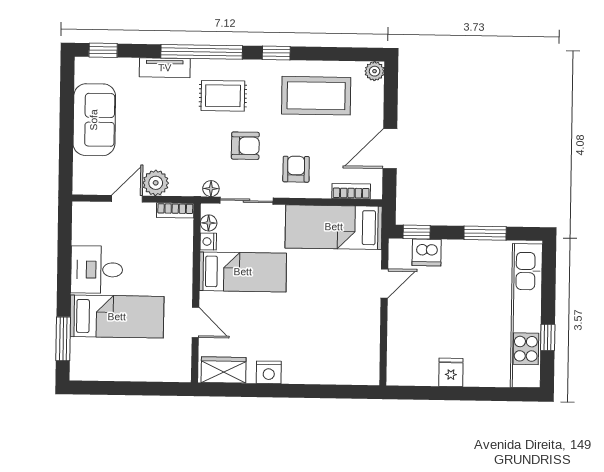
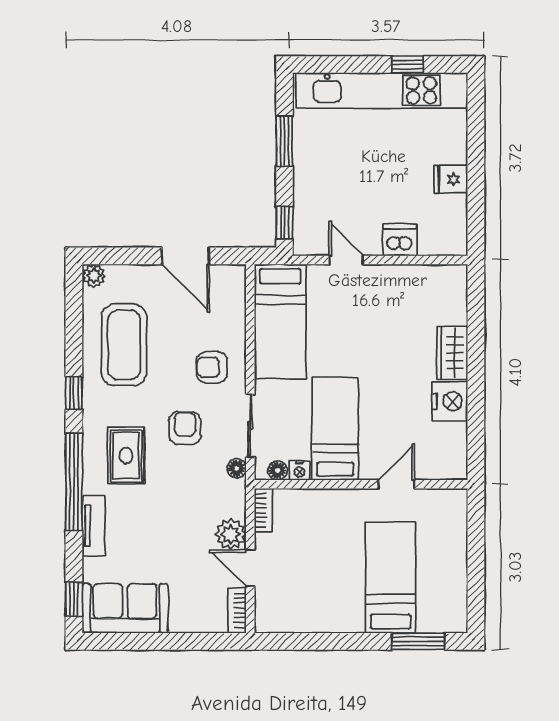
sofa: (94, 120) -> (125, 608), moved
bookcase: (351, 191) -> (237, 610), moved
dishwasher: (427, 252) -> (400, 240), moved, turned -90
desk: (97, 270) -> (335, 603), removed
wardrobe: (224, 370) -> (452, 353), moved
nightstand: (269, 372) -> (450, 401), width x1.36, depth x1.33

